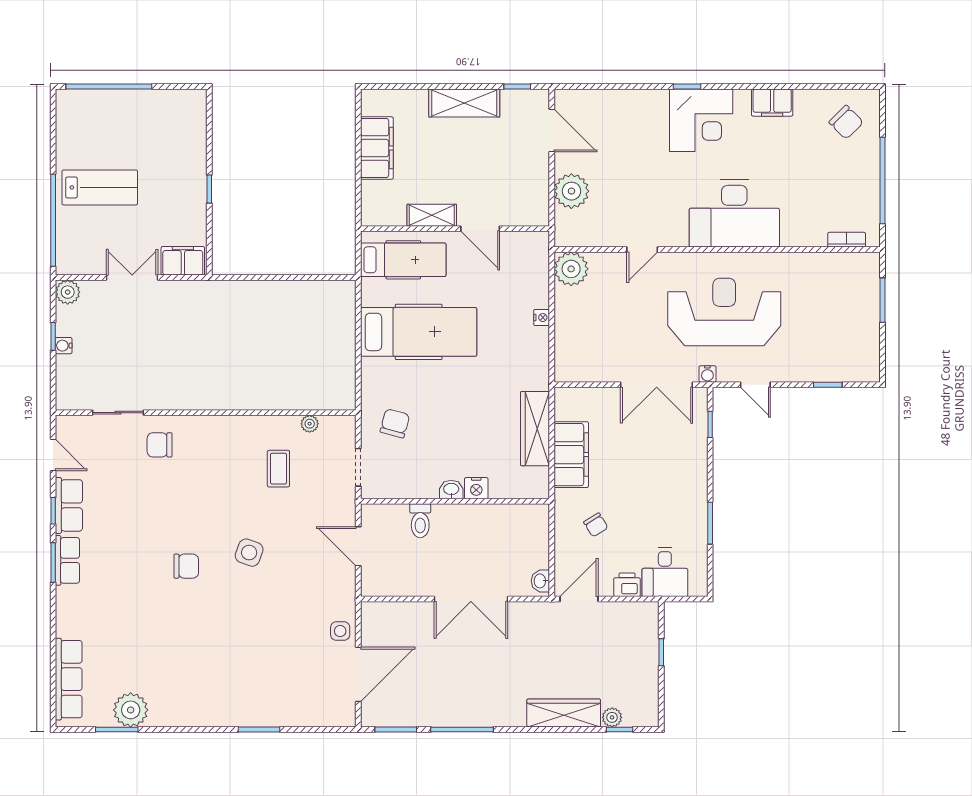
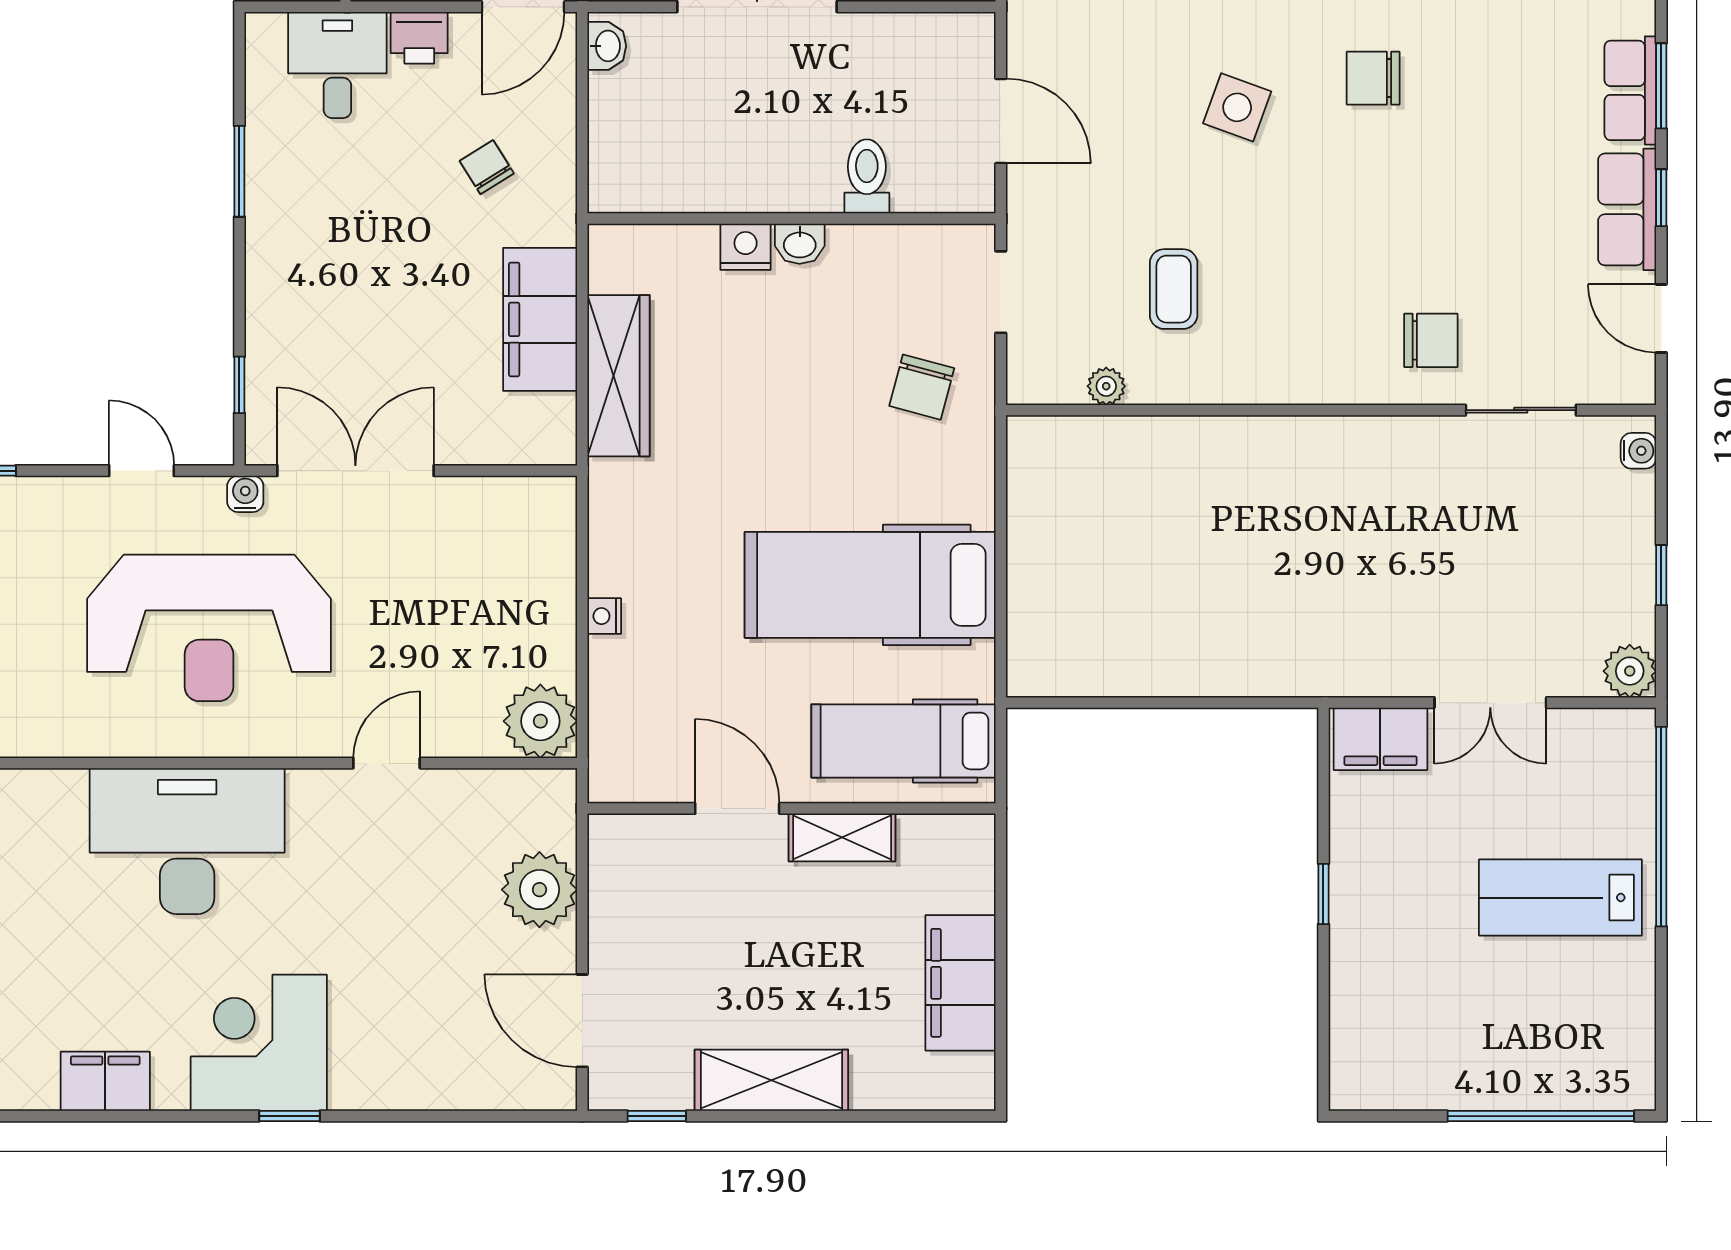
water cooler: (64, 346) -> (1638, 451), moved

